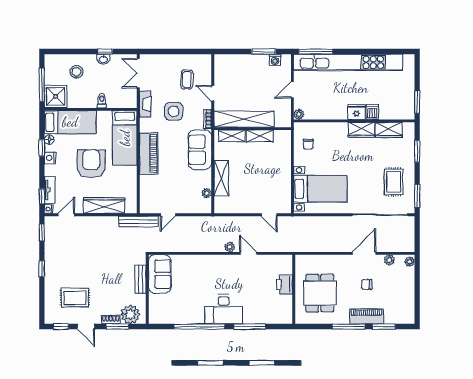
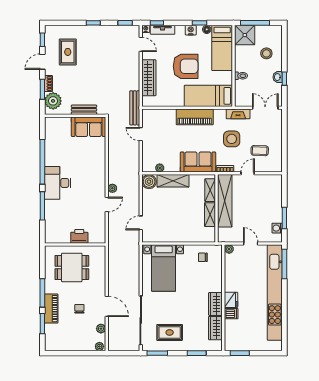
boiler: (222, 205) -> (149, 182), added

